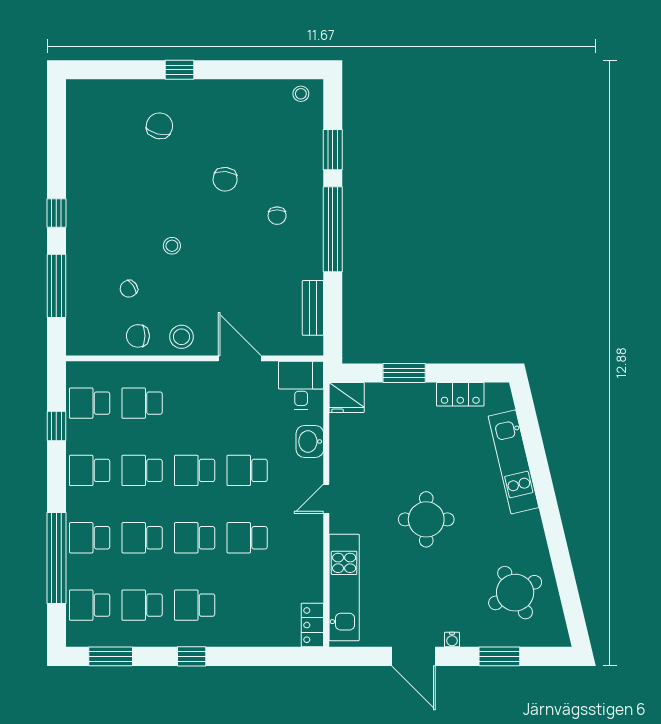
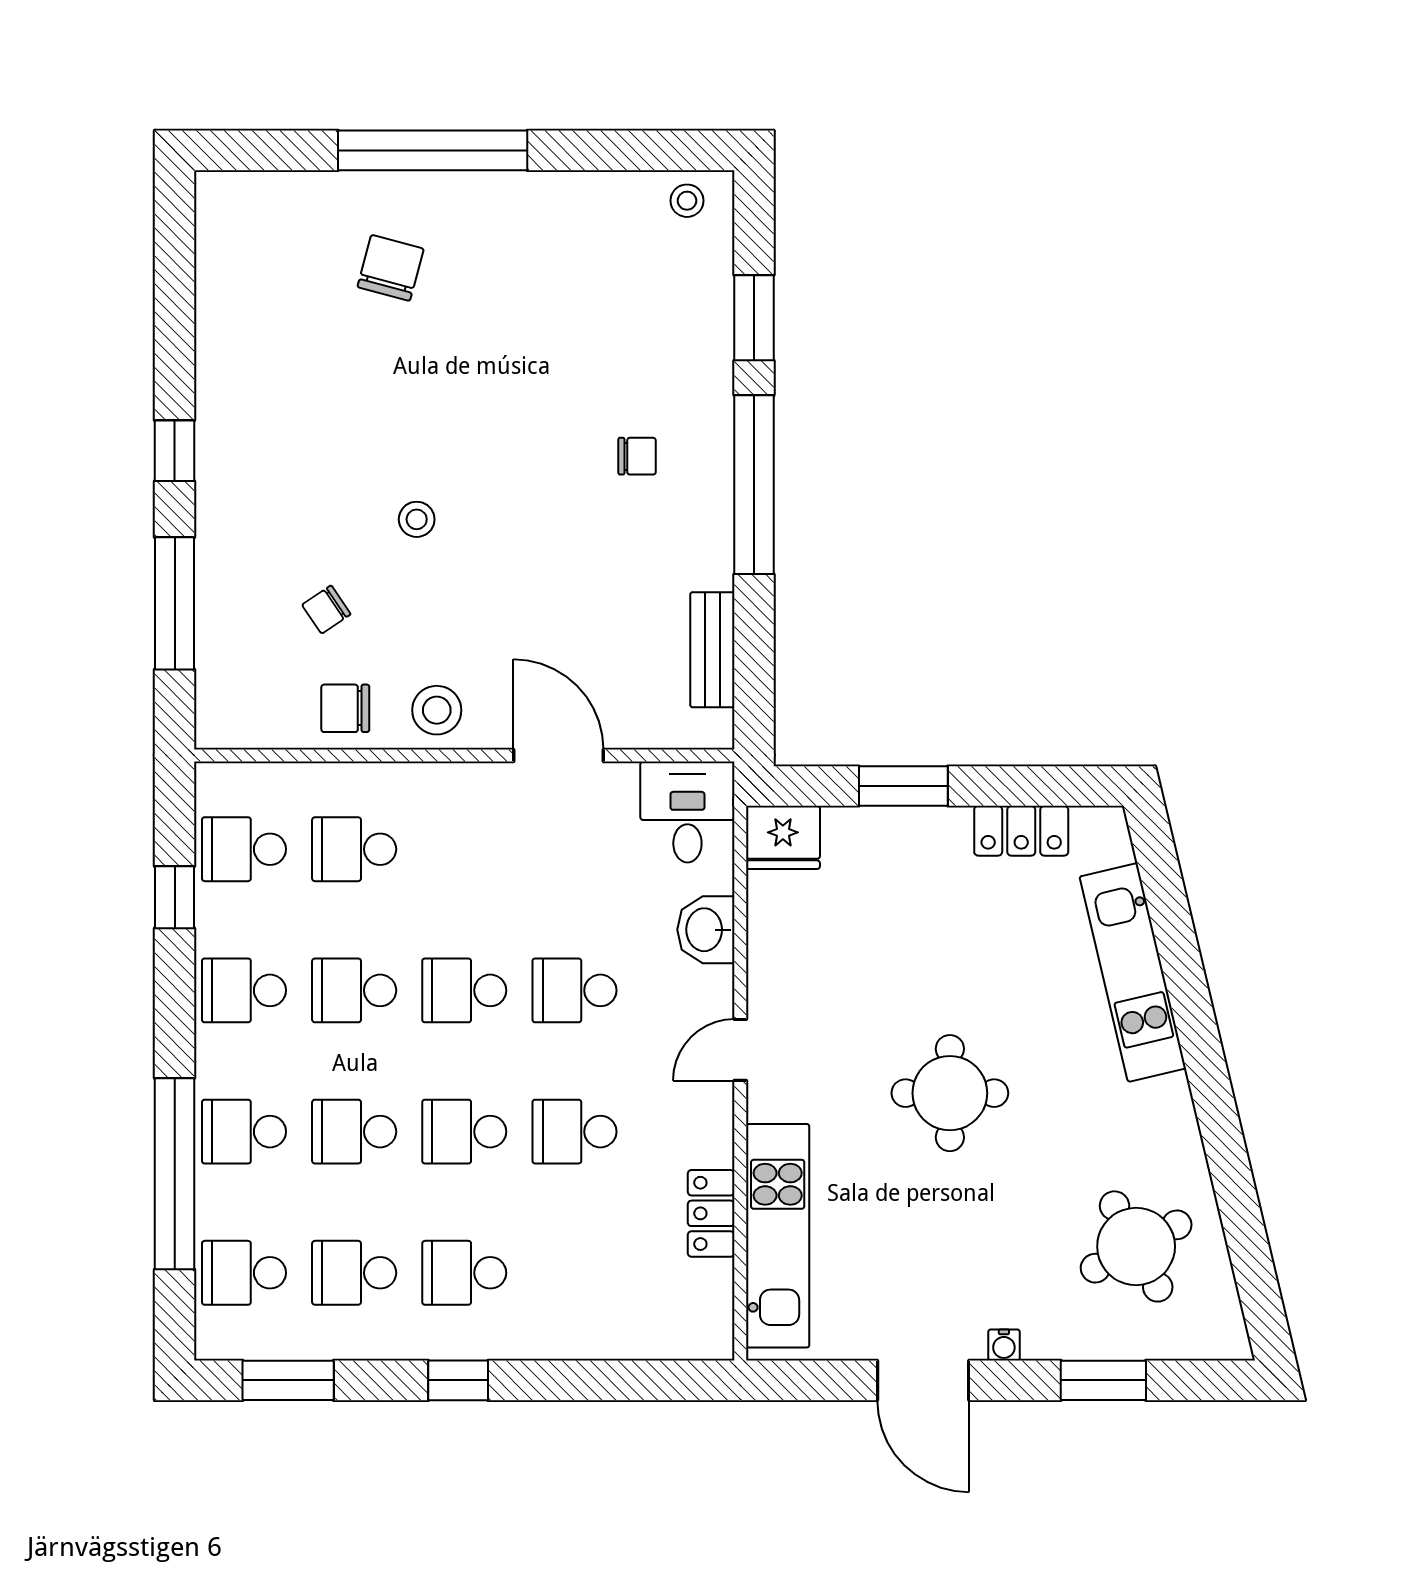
window: (180, 70) -> (433, 150), width x3.17
chair: (225, 179) -> (528, 380), removed
chair: (277, 216) -> (637, 456), turned -90
locker: (312, 625) -> (711, 1213), moved

